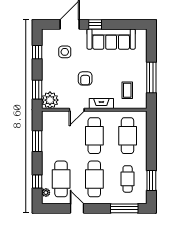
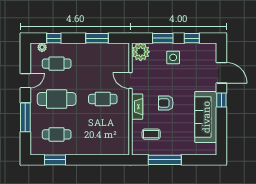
side table: (65, 52) -> (173, 57), moved
armchair: (85, 78) -> (166, 103), moved
window: (37, 90) -> (163, 38), moved
cafe table: (94, 136) -> (103, 99), width x0.73, depth x0.74
cafe table: (128, 136) -> (103, 134), removed
cafe table: (61, 179) -> (57, 64), width x0.73, depth x0.74
window: (124, 208) -> (25, 117), moved

